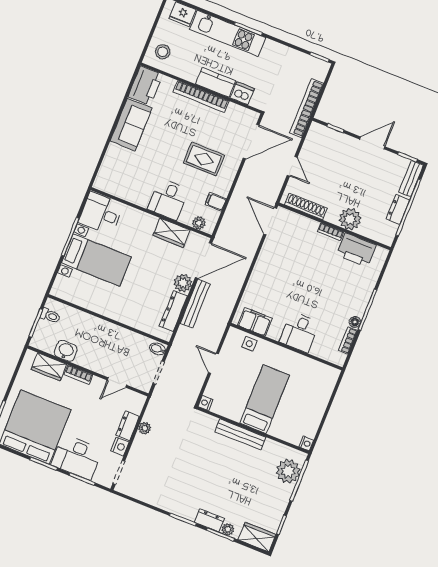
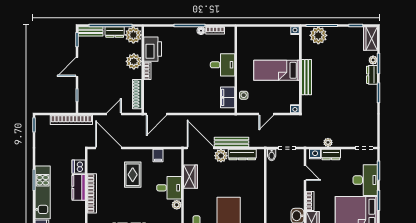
door: (372, 143) -> (77, 67), hinge flipped
plant: (199, 223) -> (177, 205), moved
plant: (384, 232) -> (133, 35), added
nightstand: (120, 447) -> (315, 154), moved

